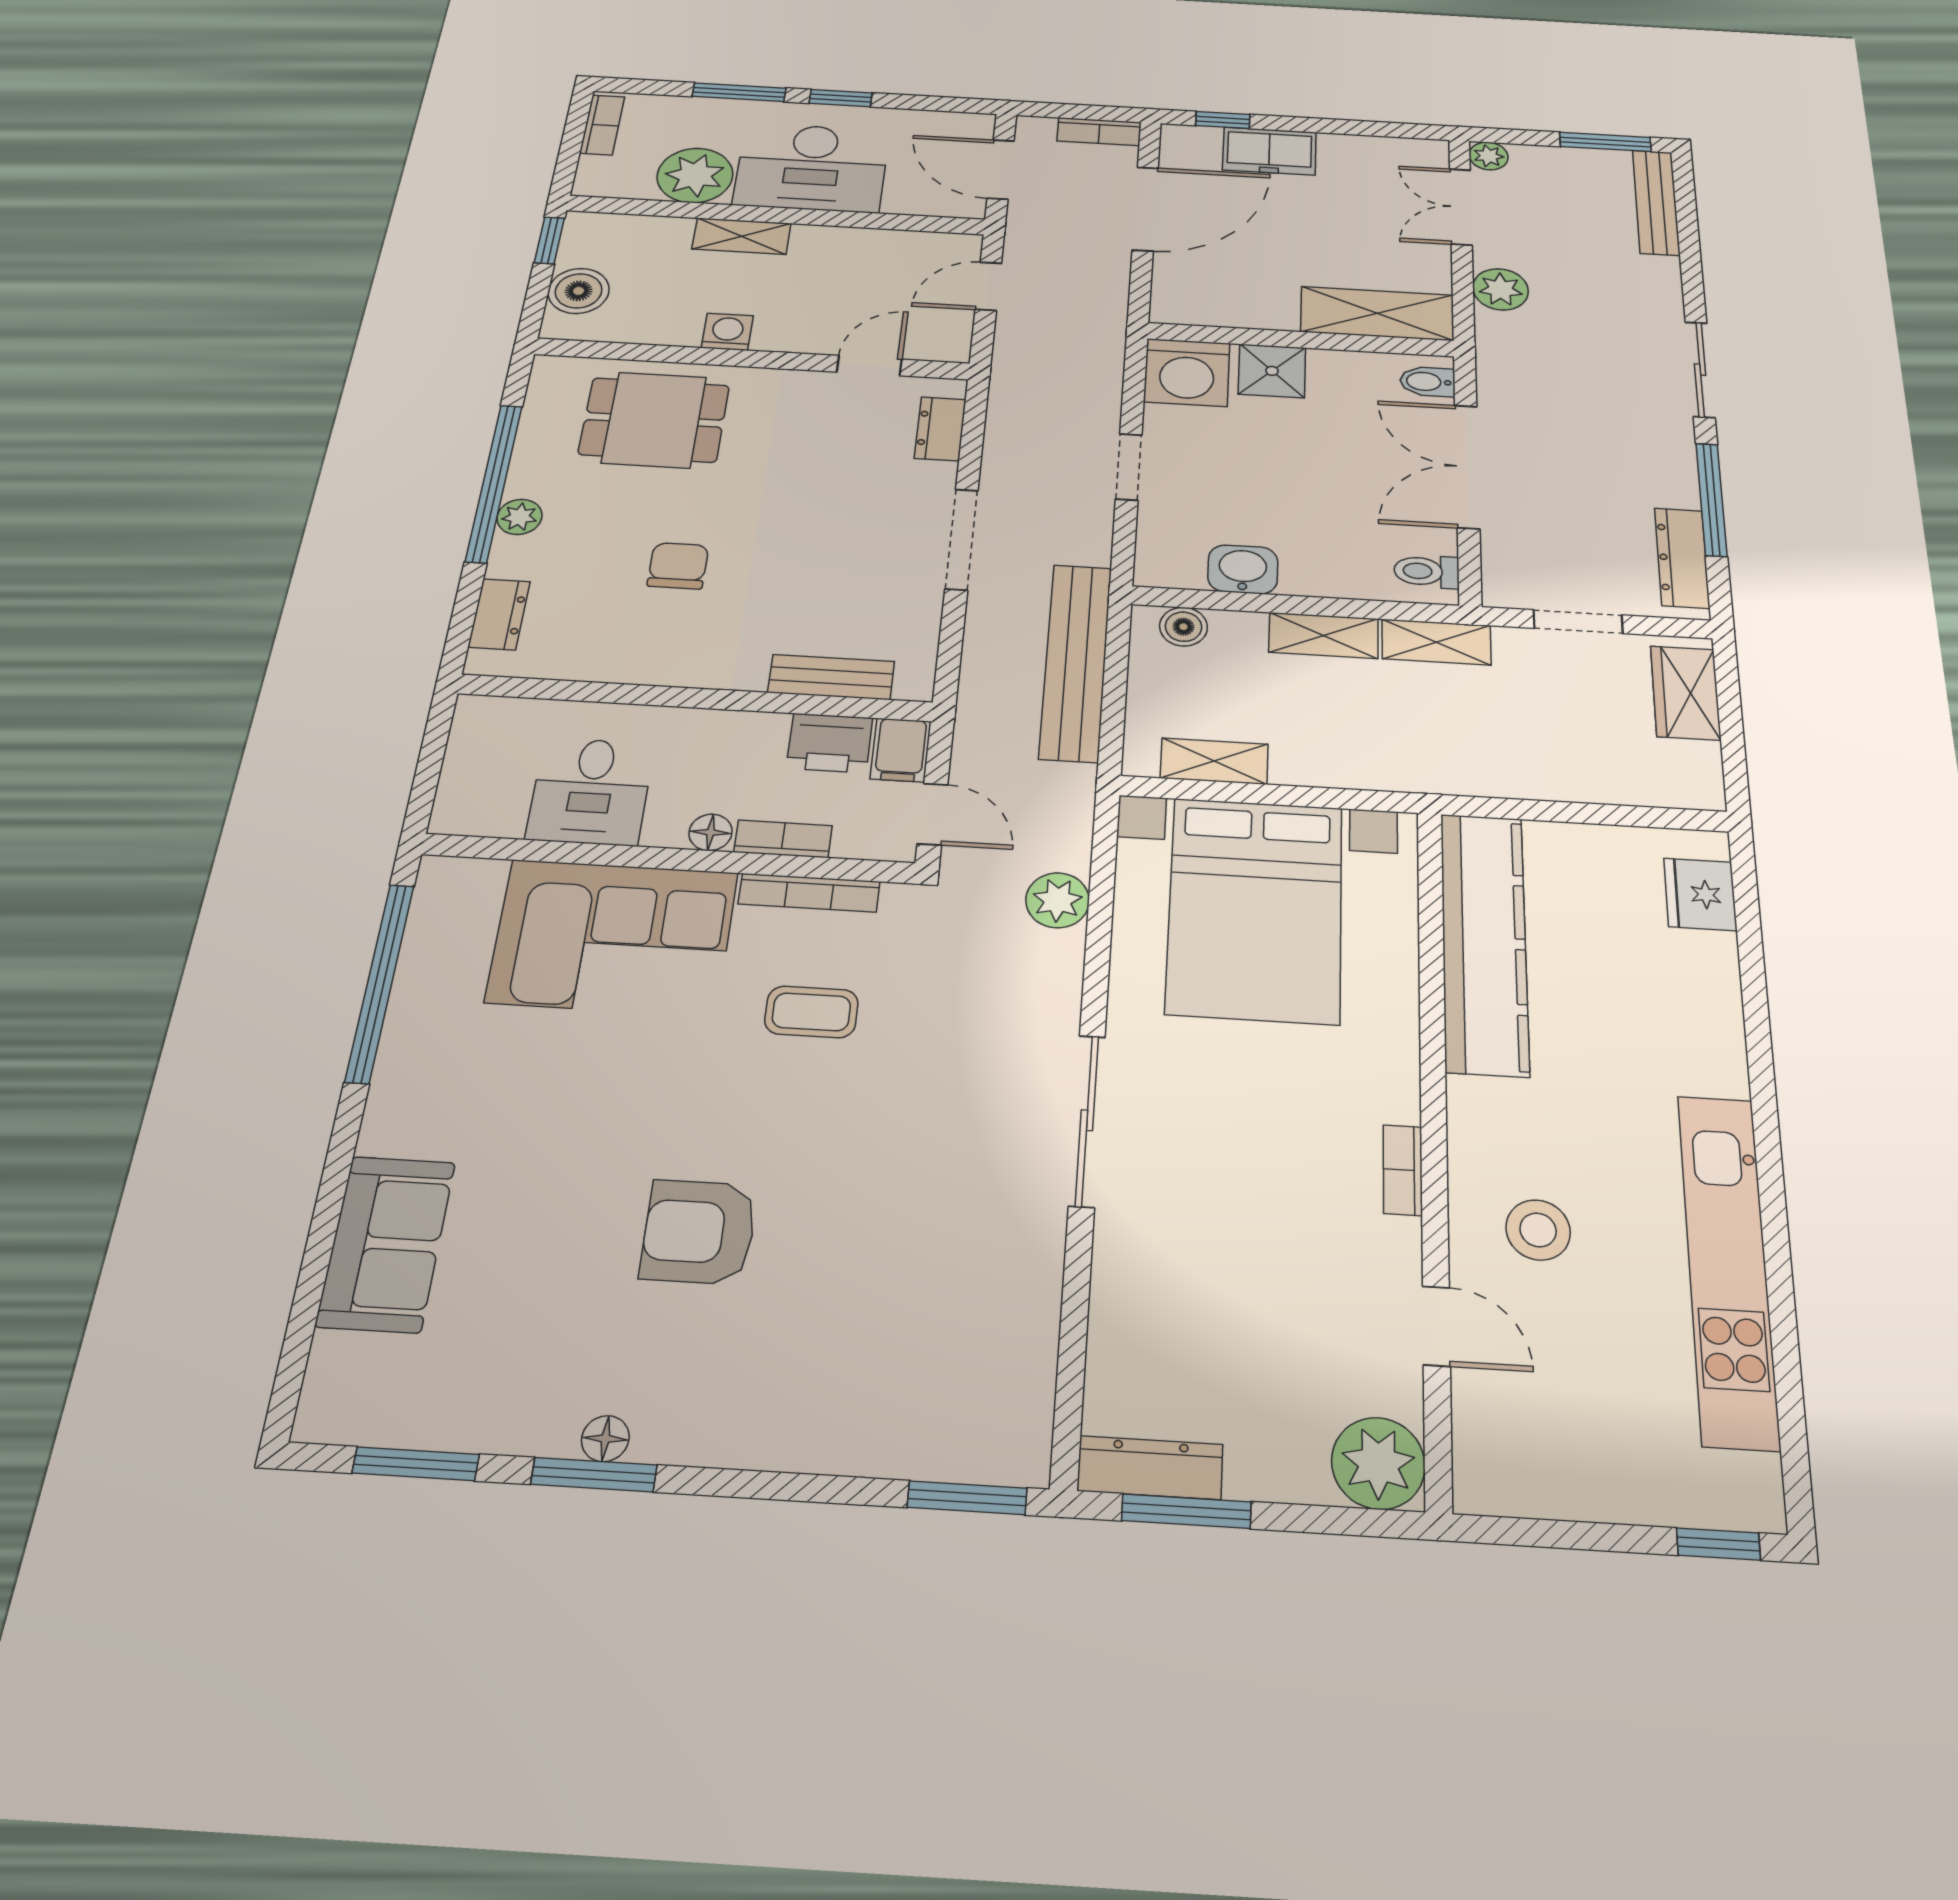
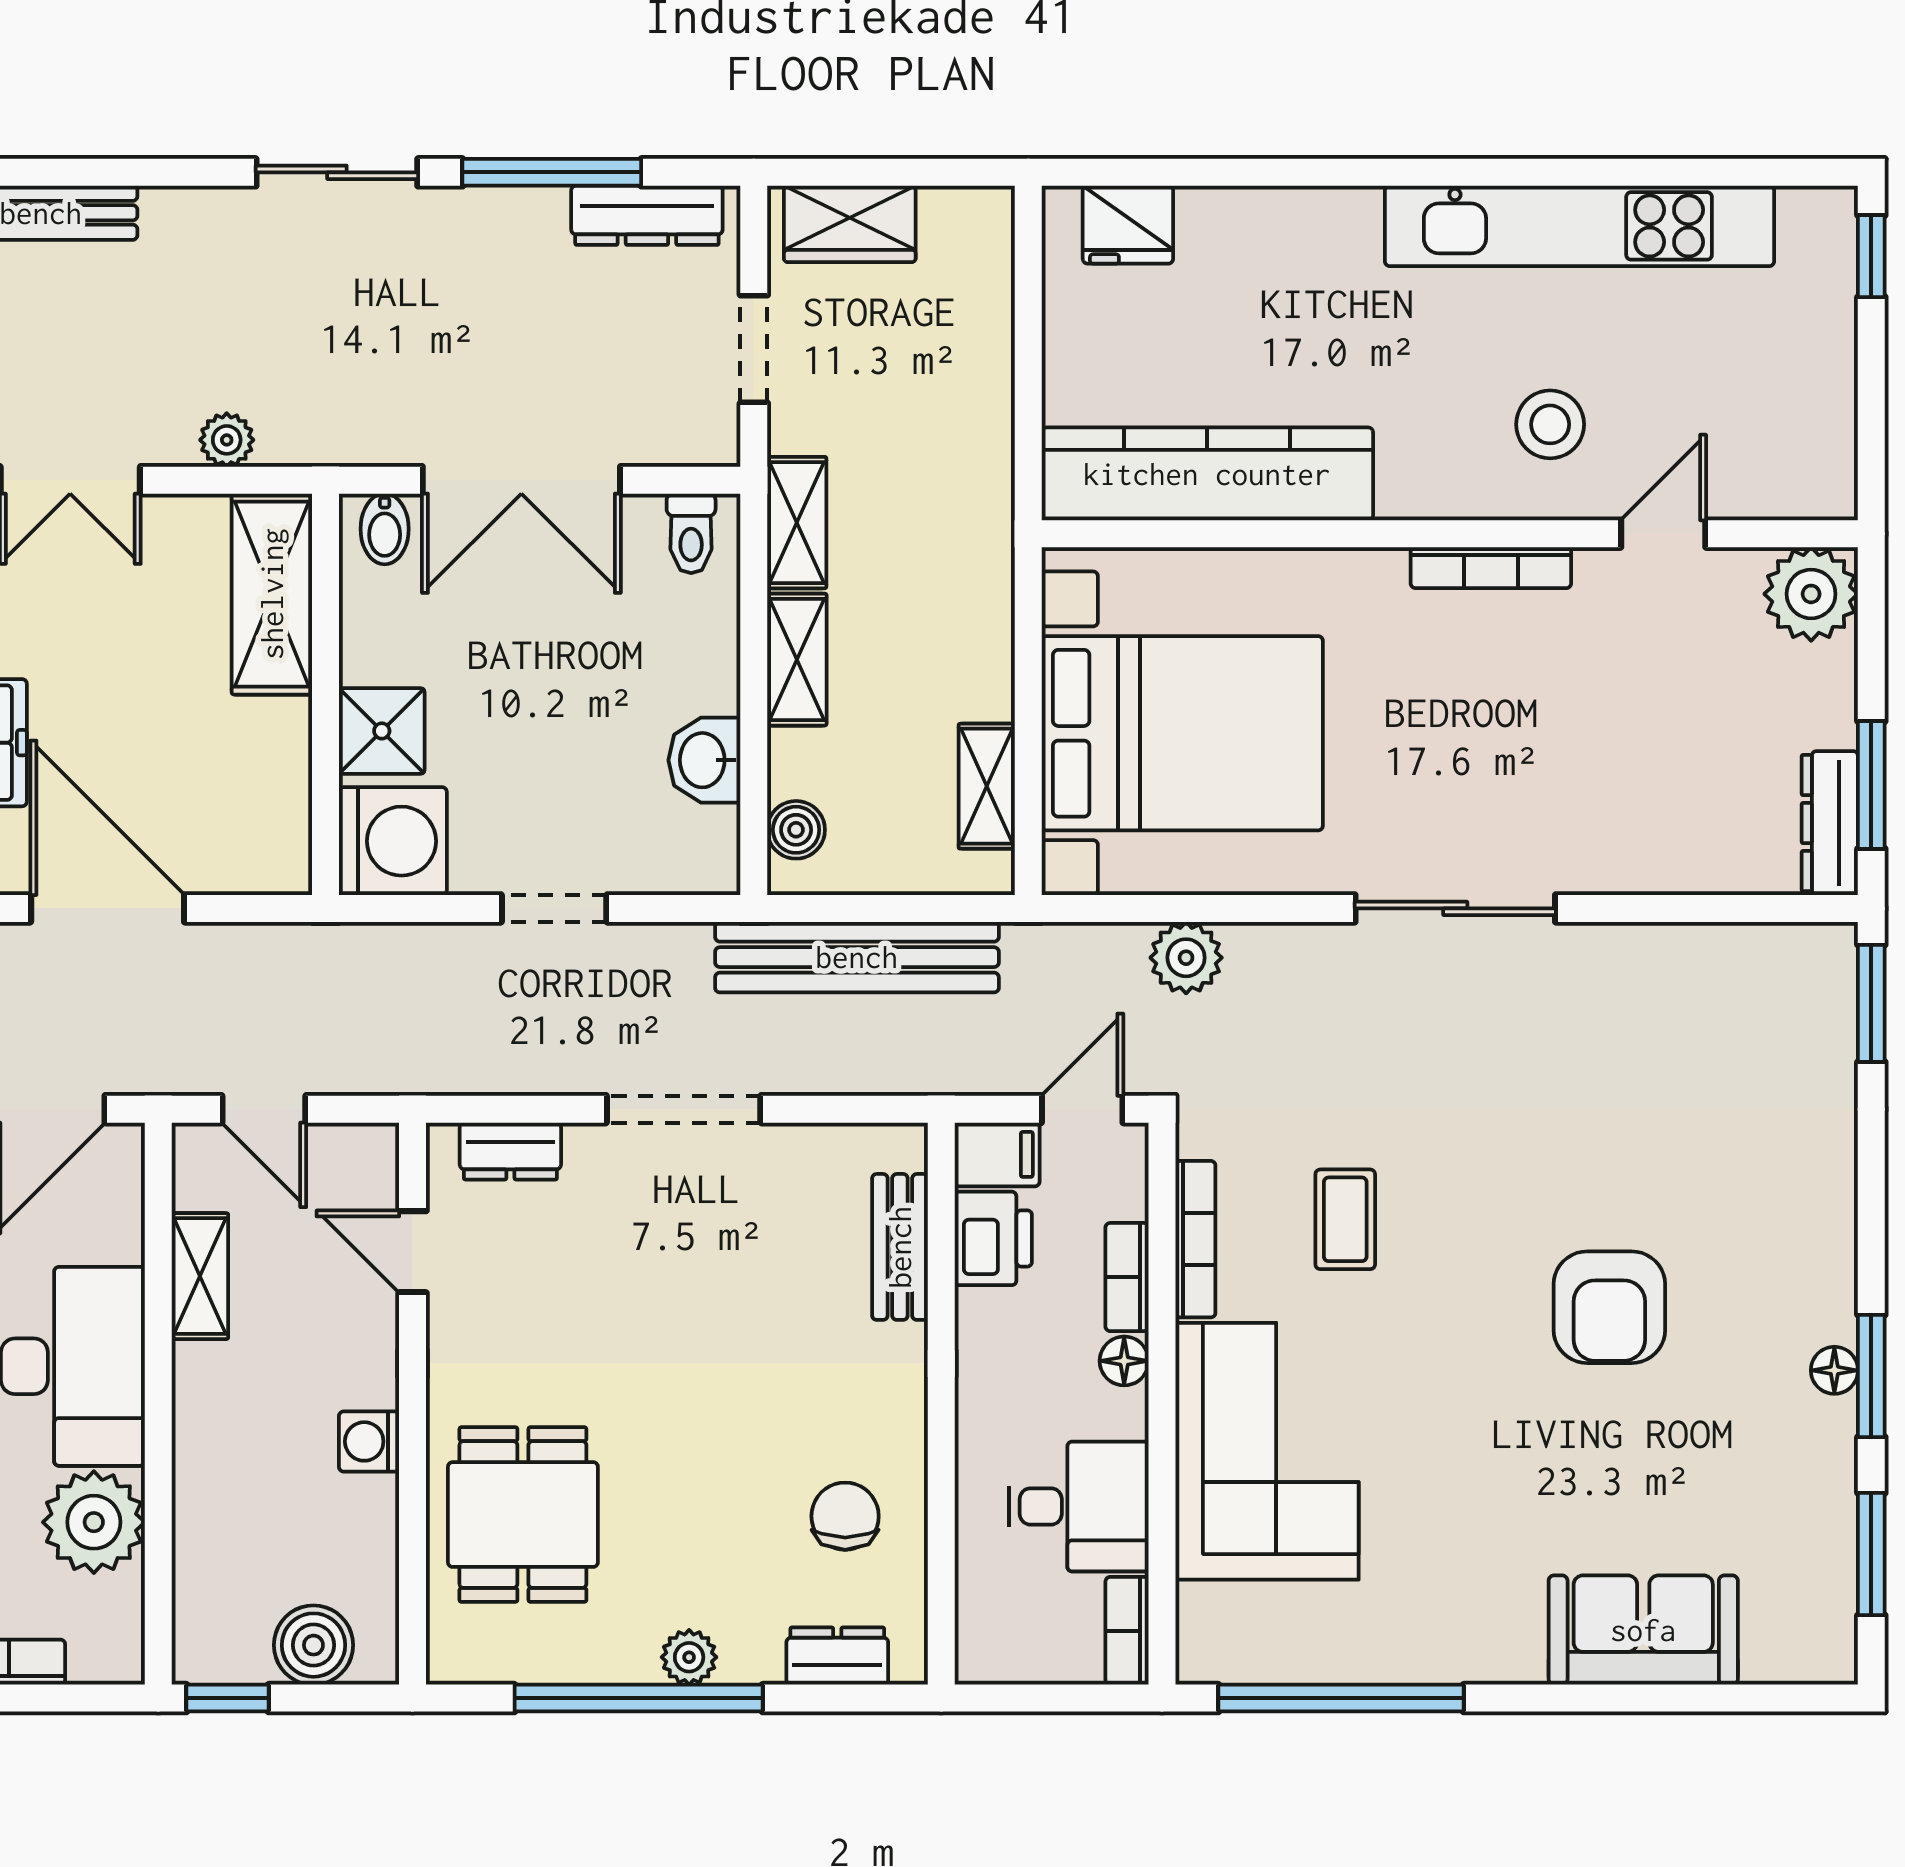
shelving: (742, 236) -> (200, 1276), moved
plant: (1500, 289) -> (227, 440), width x0.73, depth x0.73
chair: (678, 566) -> (845, 1516), moved, turned 90
bookcase: (476, 821) -> (1127, 1631), added
bookcase: (1403, 1170) -> (1491, 568), width x1.56

